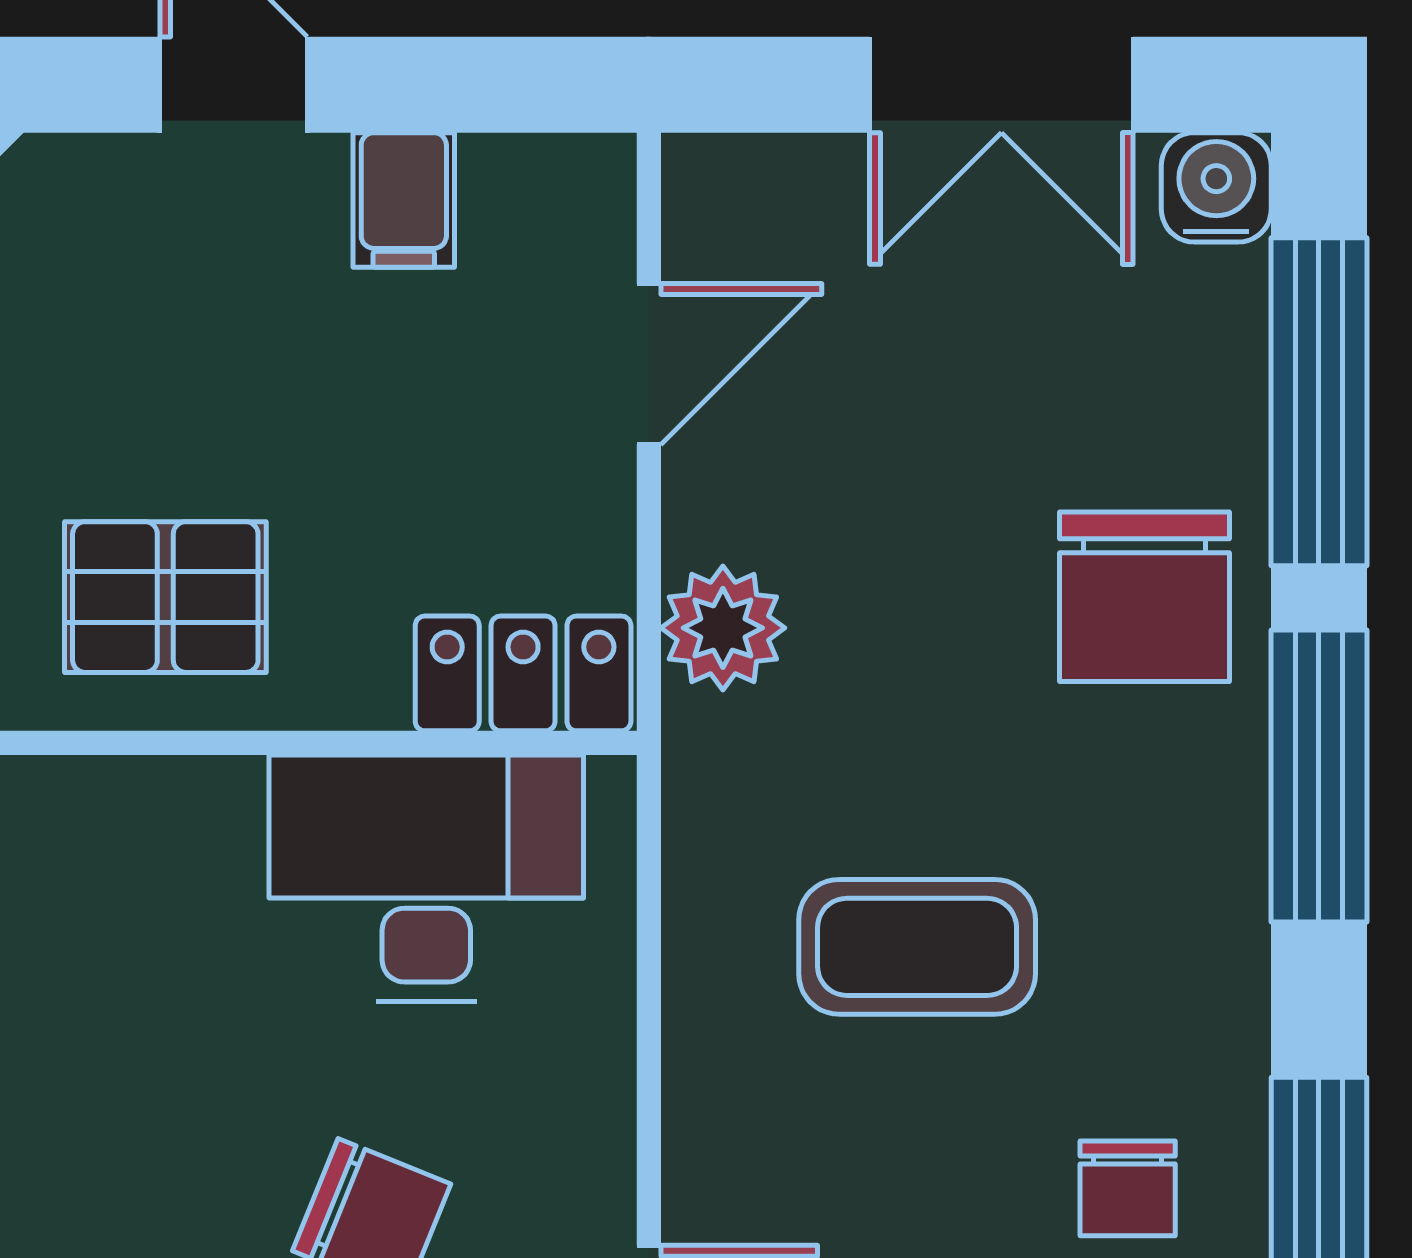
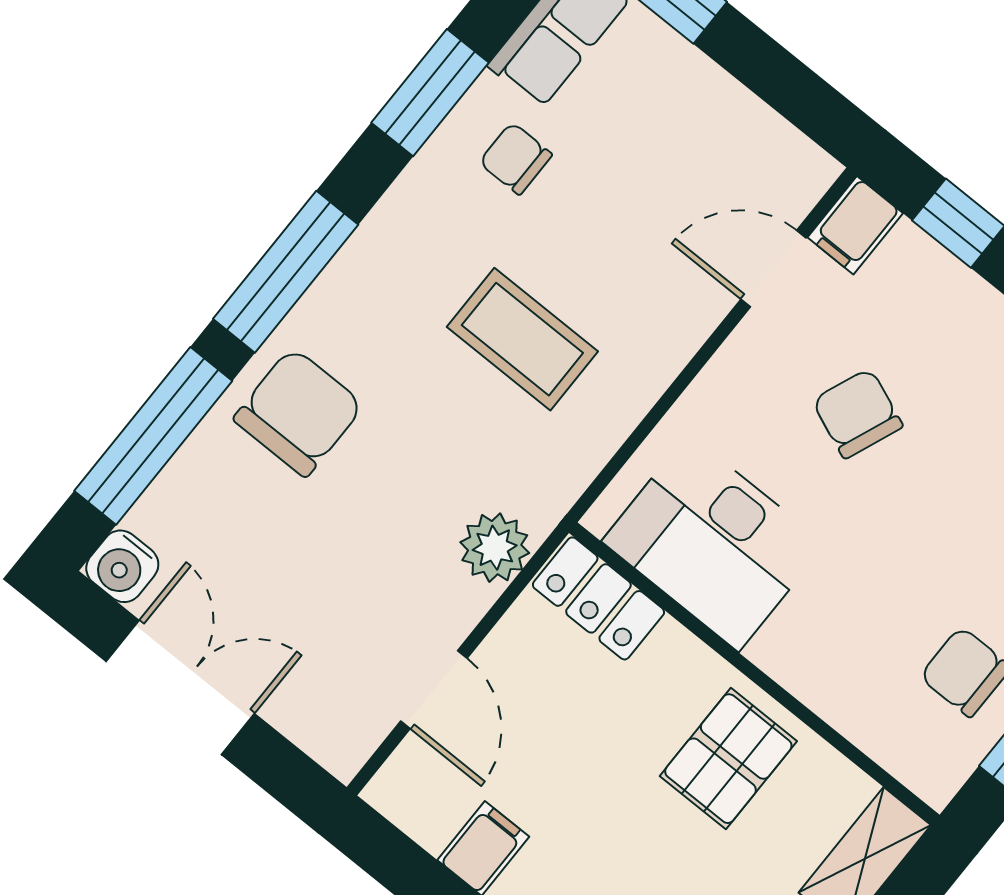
door: (649, 364) -> (434, 690), swing flipped
pallet: (165, 597) -> (728, 759), turned 90
chair: (1128, 1188) -> (516, 159), turned -90

